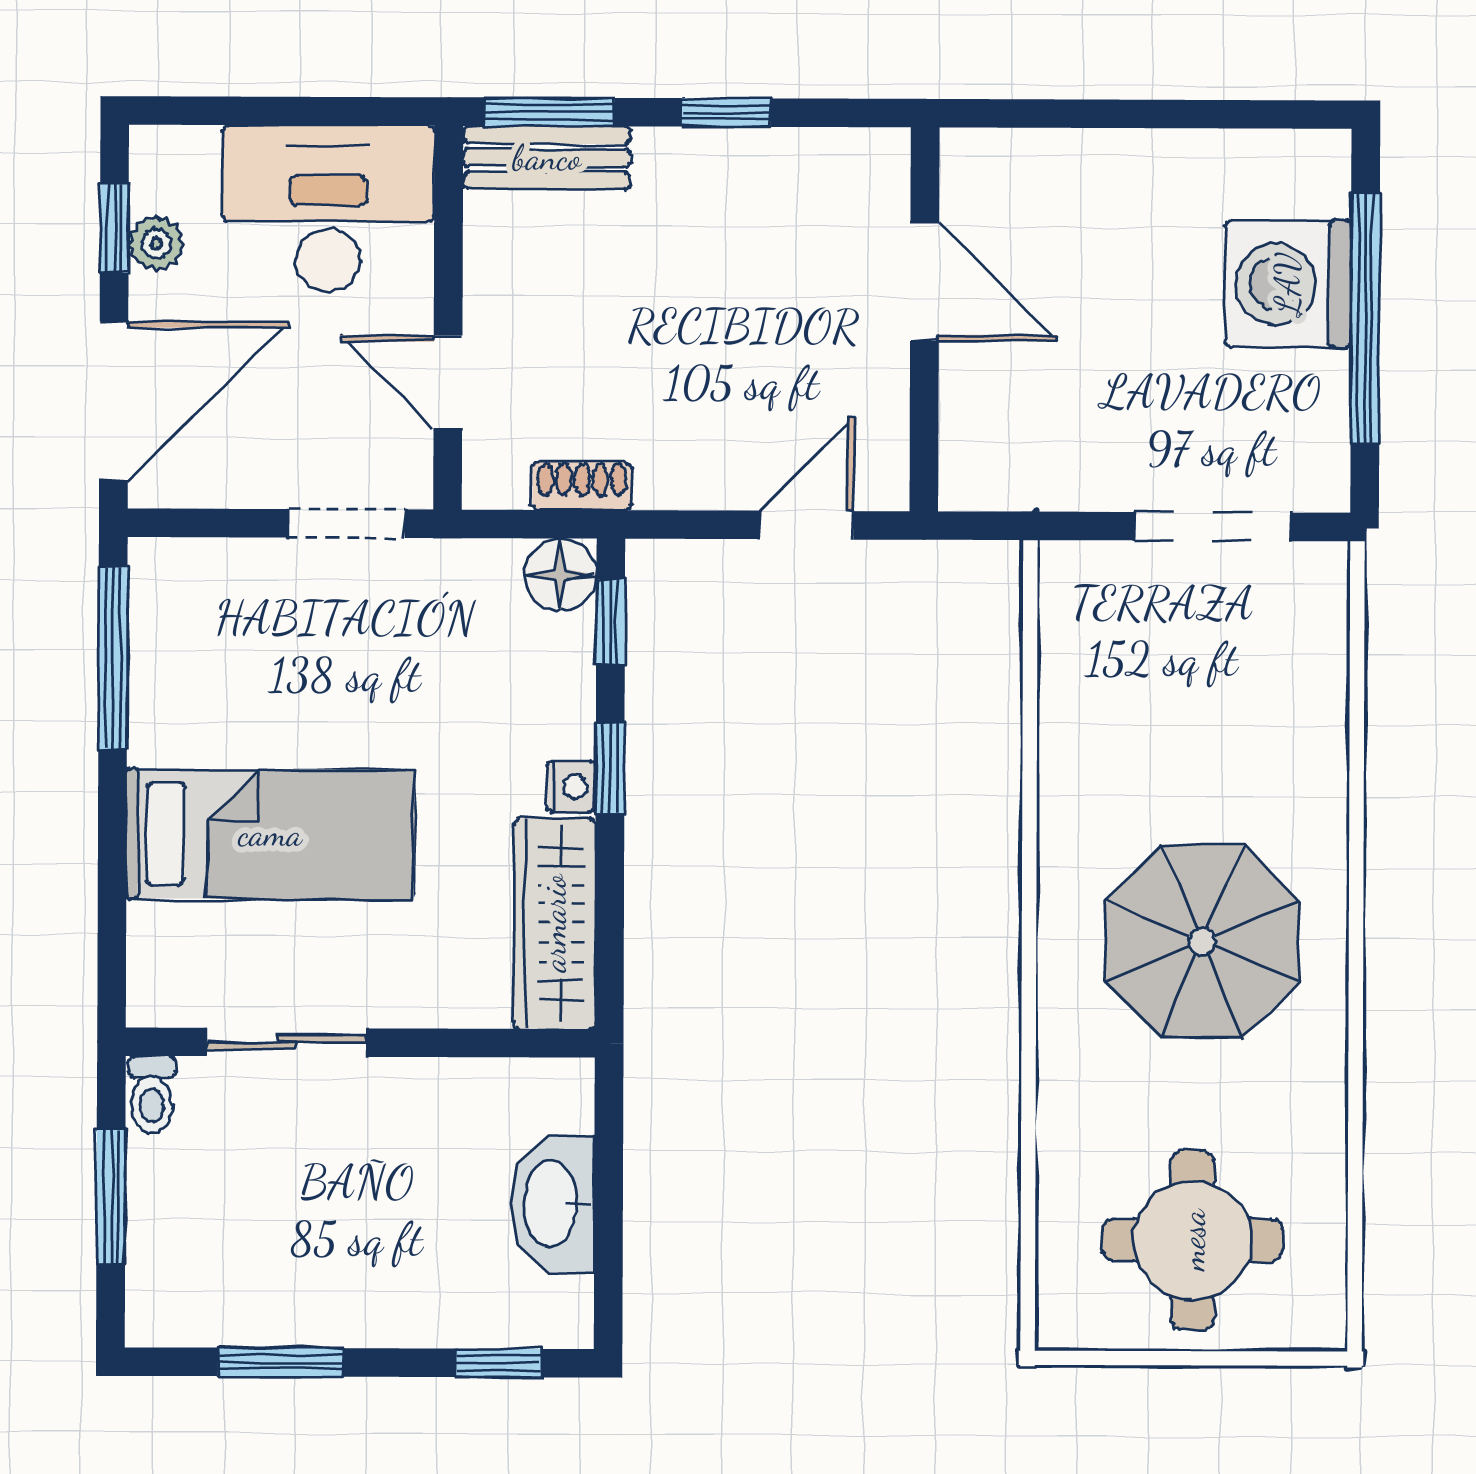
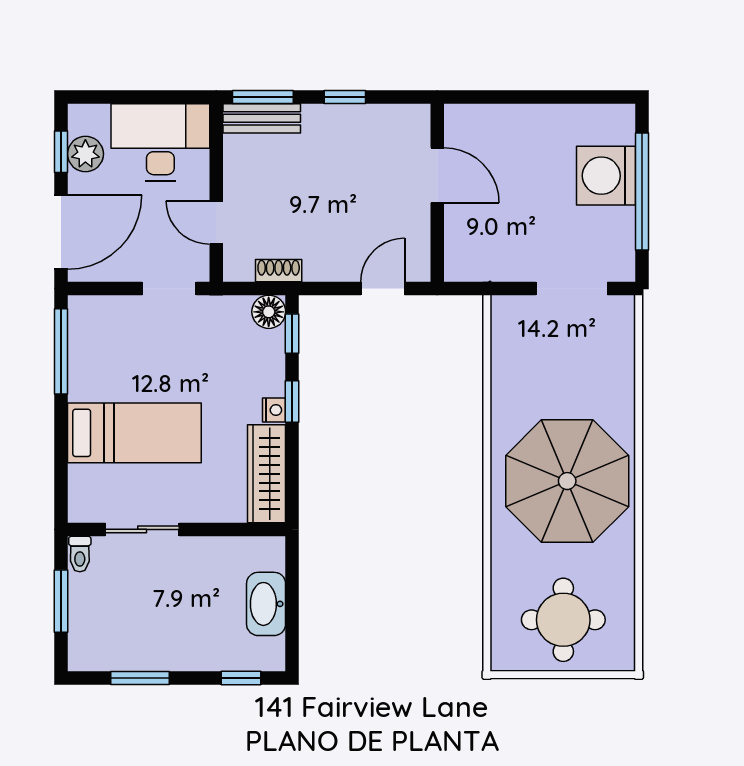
plant: (156, 244) -> (85, 154), width x1.38, depth x1.38
parasol: (1202, 941) -> (567, 481), width x1.36, depth x1.36

